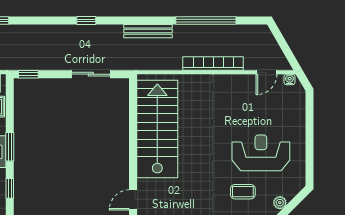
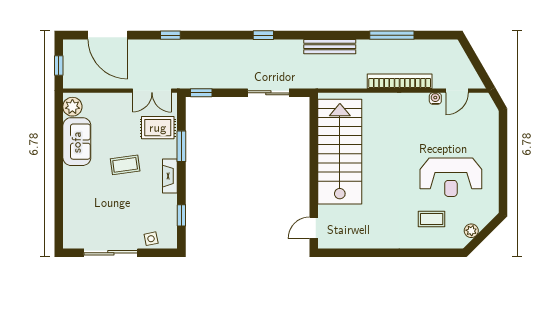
window: (206, 20) -> (392, 35), width x0.68
water cooler: (290, 80) -> (435, 99), moved
window: (10, 147) -> (181, 146), moved
reception desk: (261, 153) -> (451, 177), turned 180

